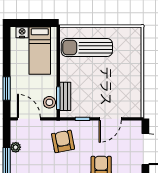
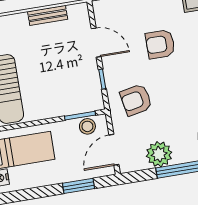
bench: (65, 96) -> (48, 15), moved
plant: (16, 147) -> (159, 154), width x1.87, depth x1.87

